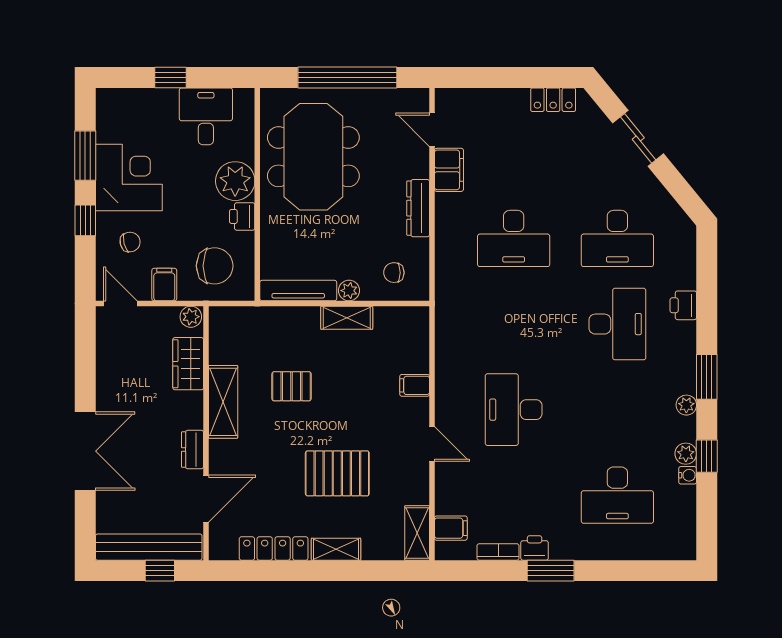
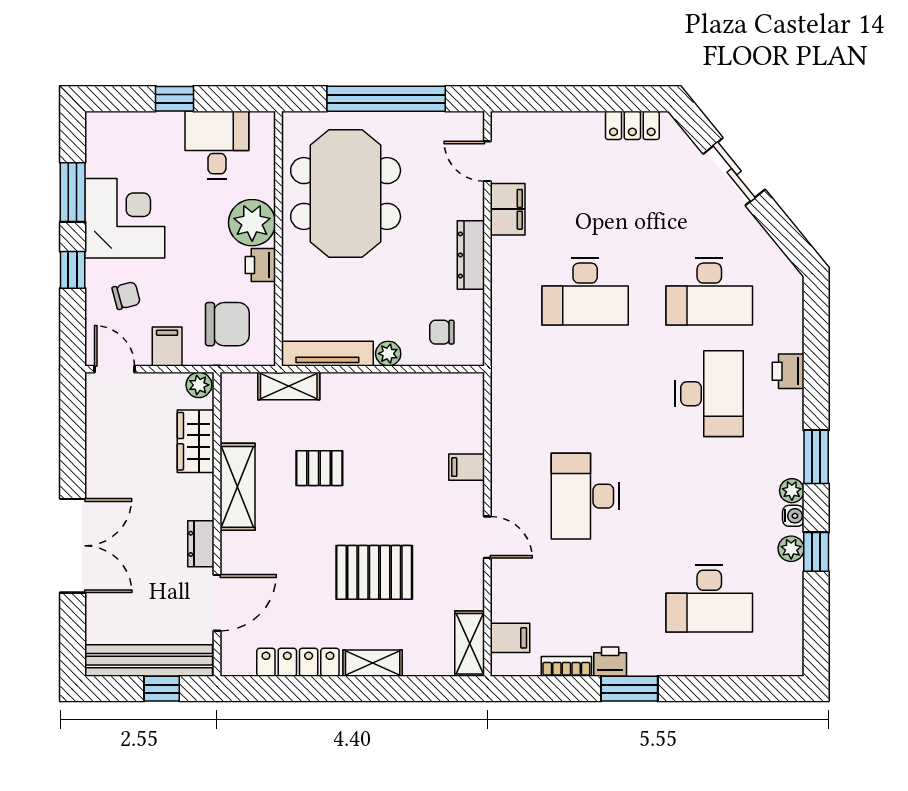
shelving: (347, 318) -> (289, 386), moved
water cooler: (688, 475) -> (793, 516), moved

